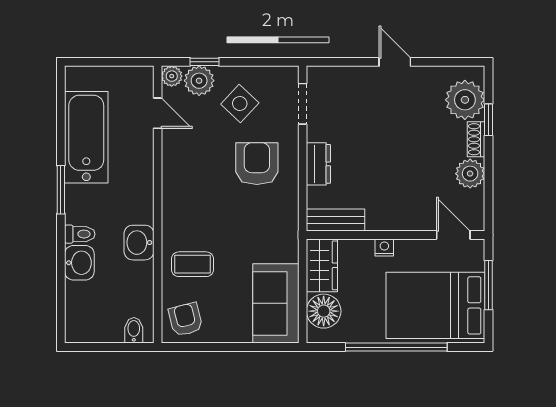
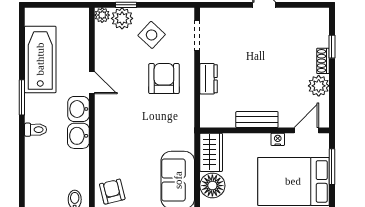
plant: (465, 100) -> (315, 32), removed
door: (158, 113) -> (92, 83), moved
bench: (336, 220) -> (257, 120), moved
door: (453, 235) -> (306, 130), hinge flipped
nightstand: (384, 247) -> (278, 139), moved
washbasin: (79, 263) -> (79, 109), moved, turned 180
coffee table: (193, 264) -> (117, 152), removed

